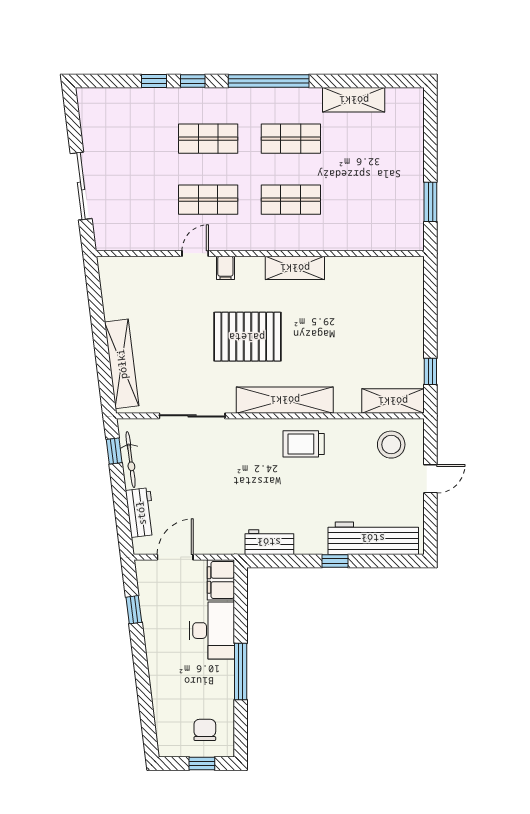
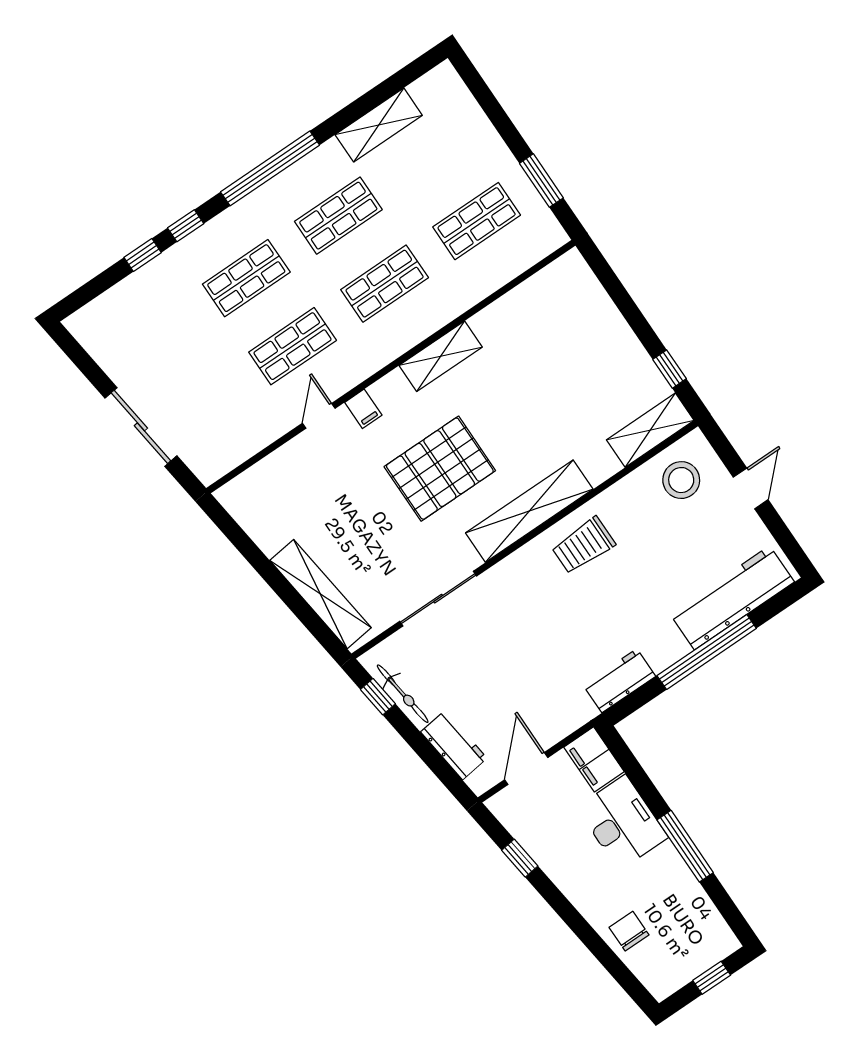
shop shelf: (374, 200) -> (477, 221), added
window: (335, 561) -> (707, 652), width x3.17
chair: (205, 730) -> (629, 931), moved

